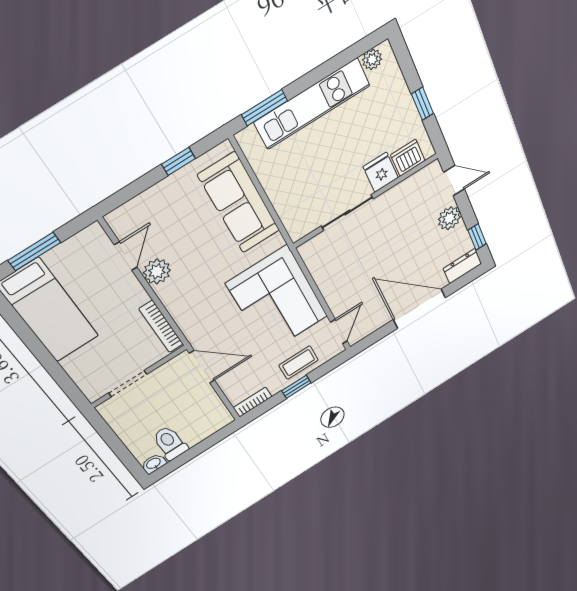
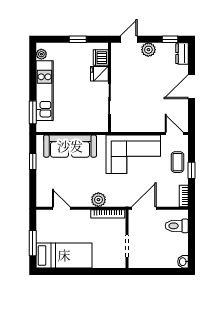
plant: (157, 271) -> (98, 200), moved
door: (419, 309) -> (192, 87), width x0.73
toilet: (170, 443) -> (177, 226), moved

